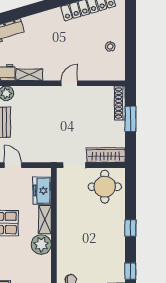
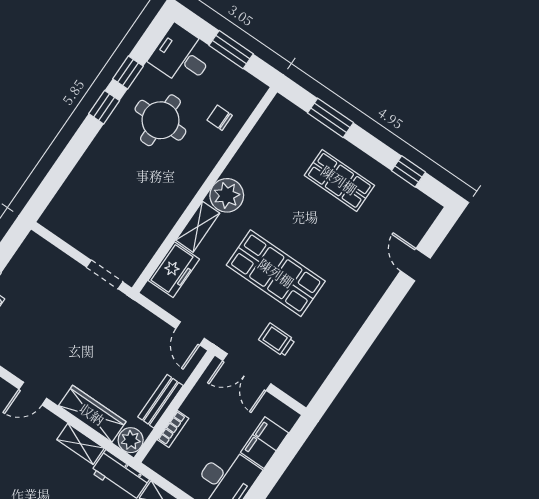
wardrobe: (106, 155) -> (92, 414), moved, turned 180
round table: (105, 187) -> (160, 120), moved
window: (130, 228) -> (104, 107), moved

